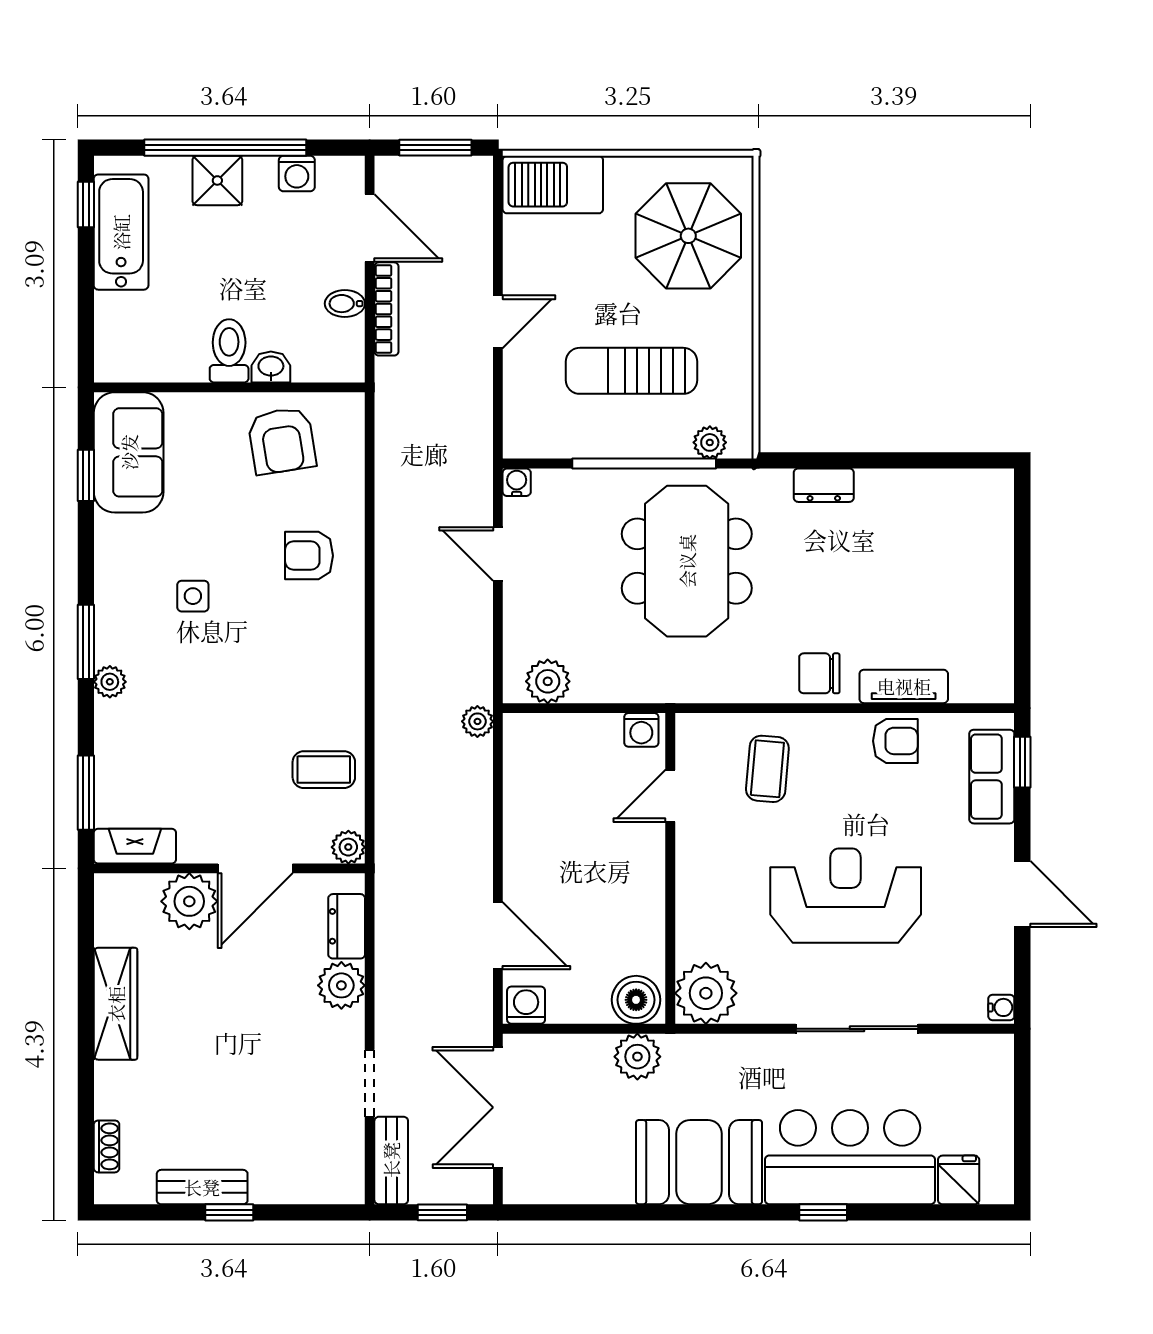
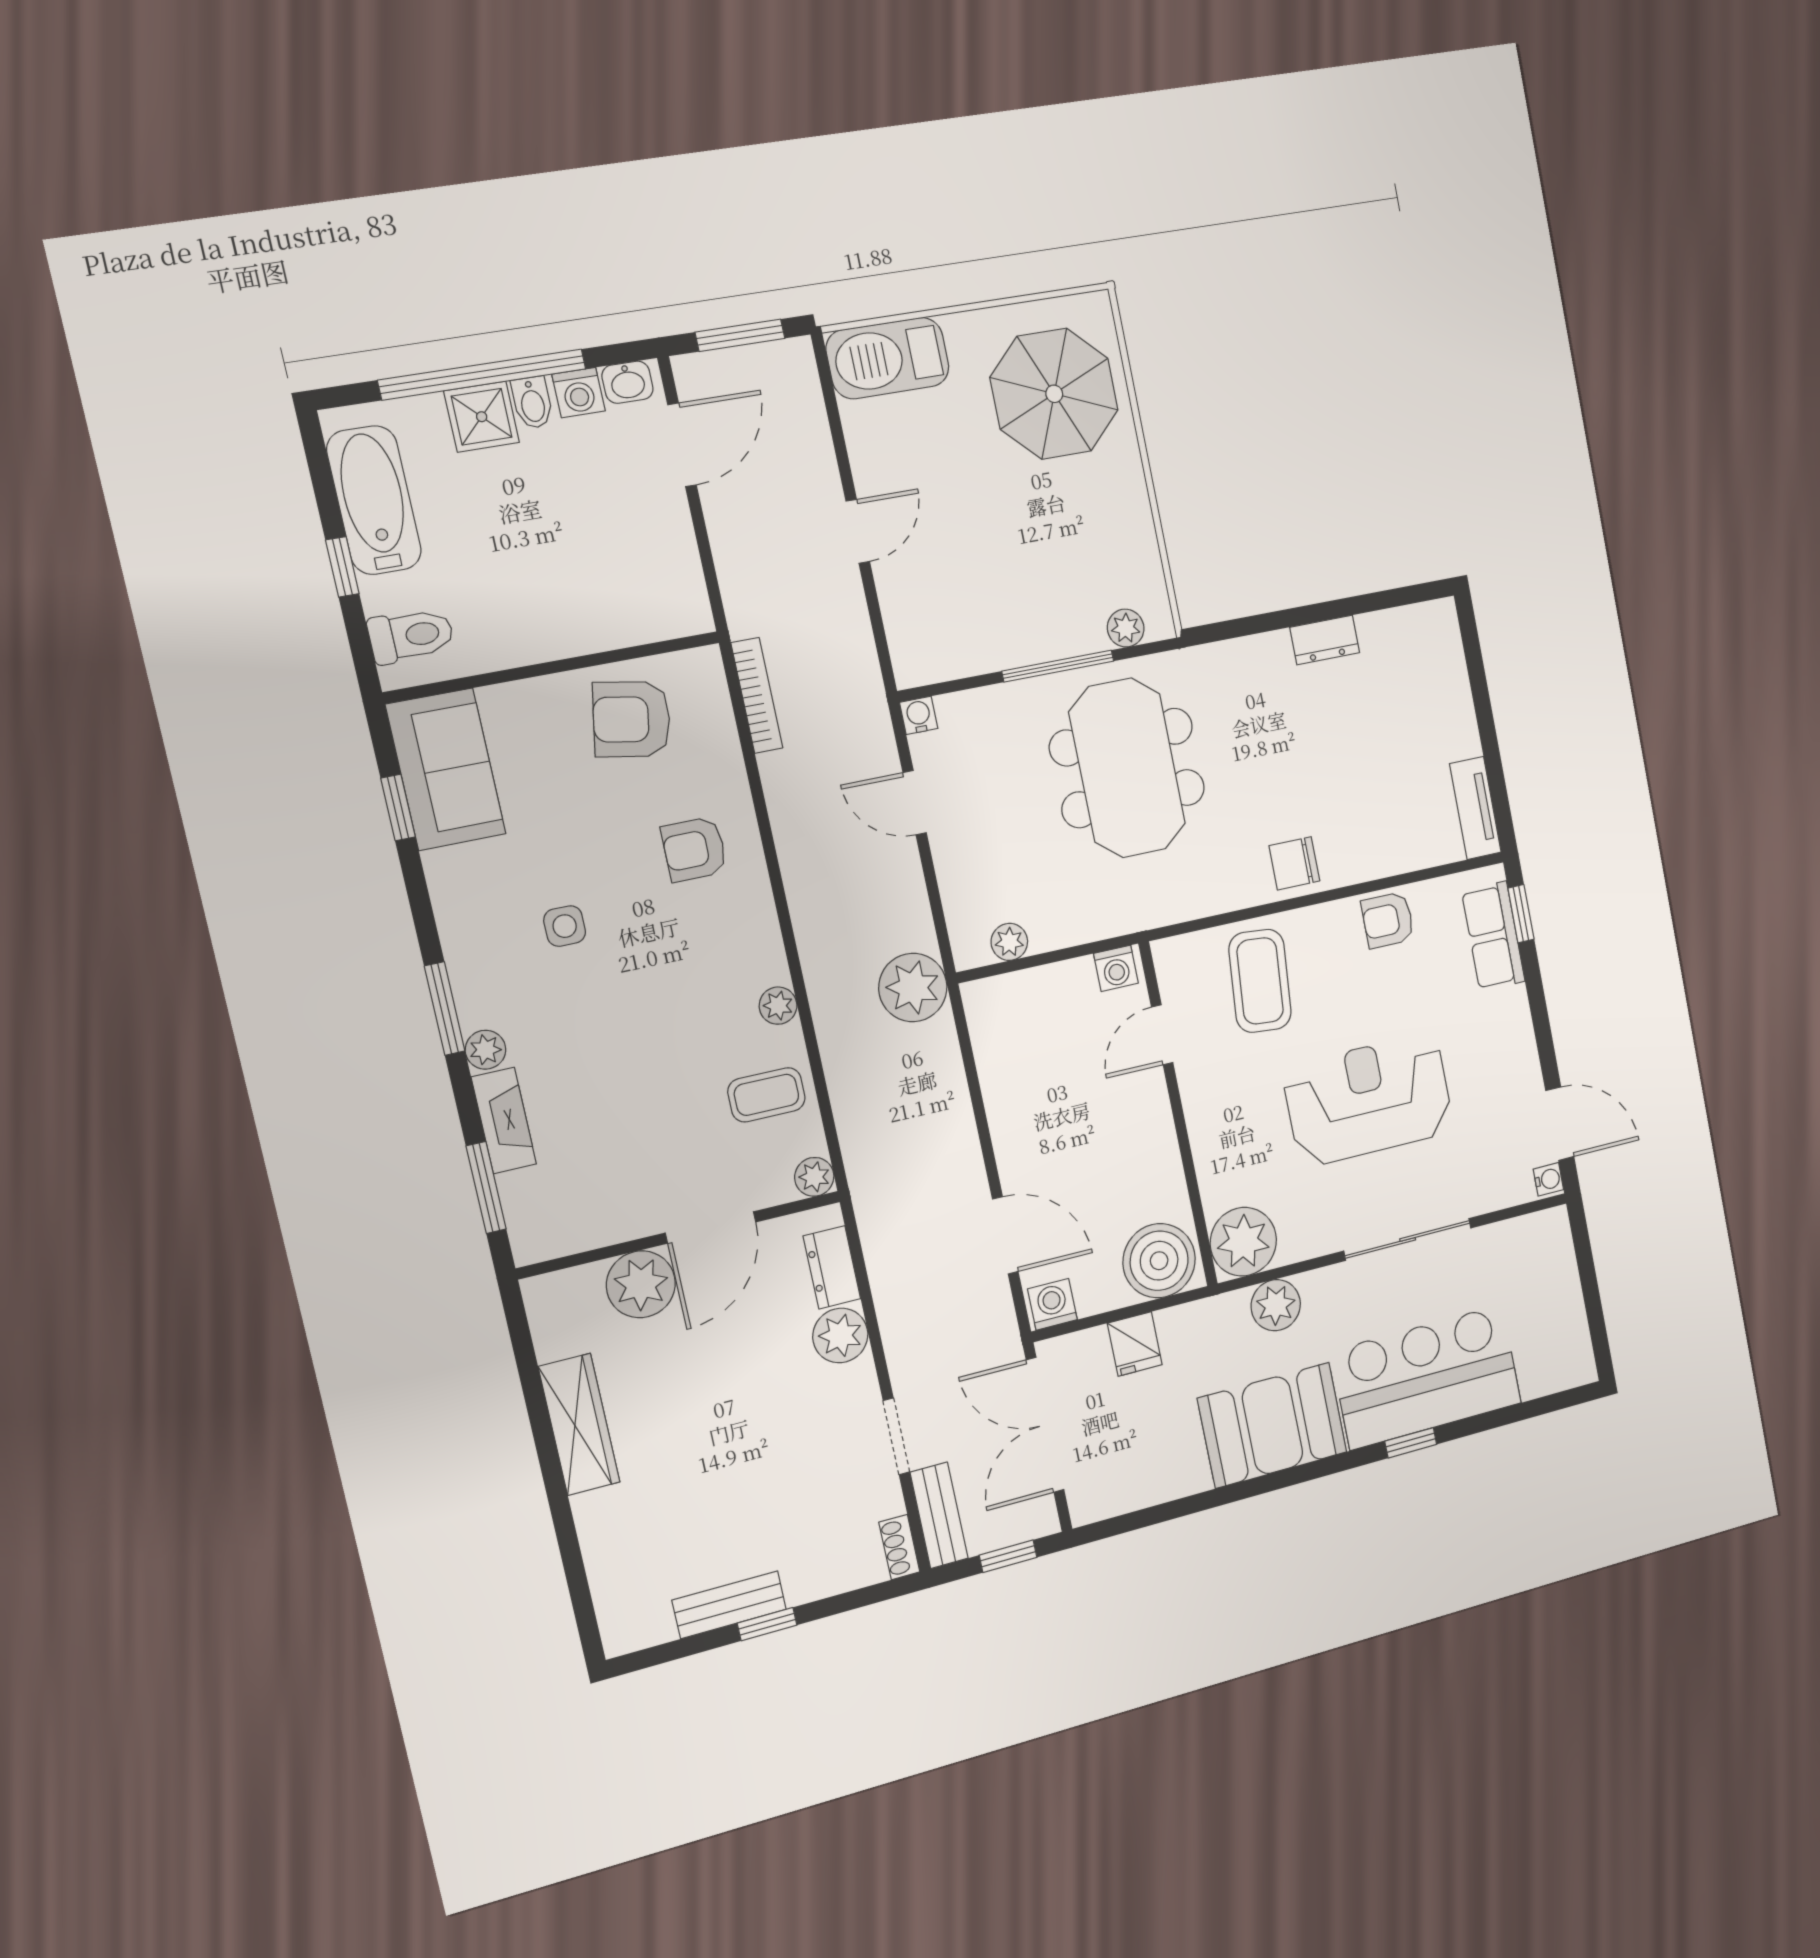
window: (86, 204) -> (342, 567), moved
door: (370, 228) -> (682, 445), hinge flipped
bidet: (345, 304) -> (532, 403), moved, turned -90
bookcase: (386, 309) -> (757, 695), moved
toilet: (229, 351) -> (411, 636), moved, turned 90
washbasin: (271, 367) -> (628, 382), moved, turned 180
sun lounger: (632, 371) -> (1022, 562), removed
armchair: (282, 441) -> (632, 719), turned 109
window: (644, 464) -> (1058, 666), width x0.68
dresser: (824, 485) -> (1325, 640), moved
plant: (548, 681) -> (1009, 942), width x0.73, depth x0.73
tv unit: (904, 686) -> (1475, 808), moved, turned -90
plant: (349, 698) -> (778, 1006), added
plant: (477, 721) -> (913, 988), width x1.88, depth x1.88
armchair: (895, 741) -> (1388, 920), turned 180
coffee table: (767, 769) -> (1260, 981), width x1.36, depth x1.30
fireplace: (135, 846) -> (504, 1121), moved, turned 90
door: (1022, 894) -> (1560, 1124), moved
boiler: (636, 1000) -> (1159, 1261), width x1.37, depth x1.37
plant: (637, 1057) -> (1276, 1305), moved
shoe rack: (107, 1146) -> (899, 1547), moved, turned 180
fridge: (959, 1180) -> (1135, 1344), moved, turned 180

